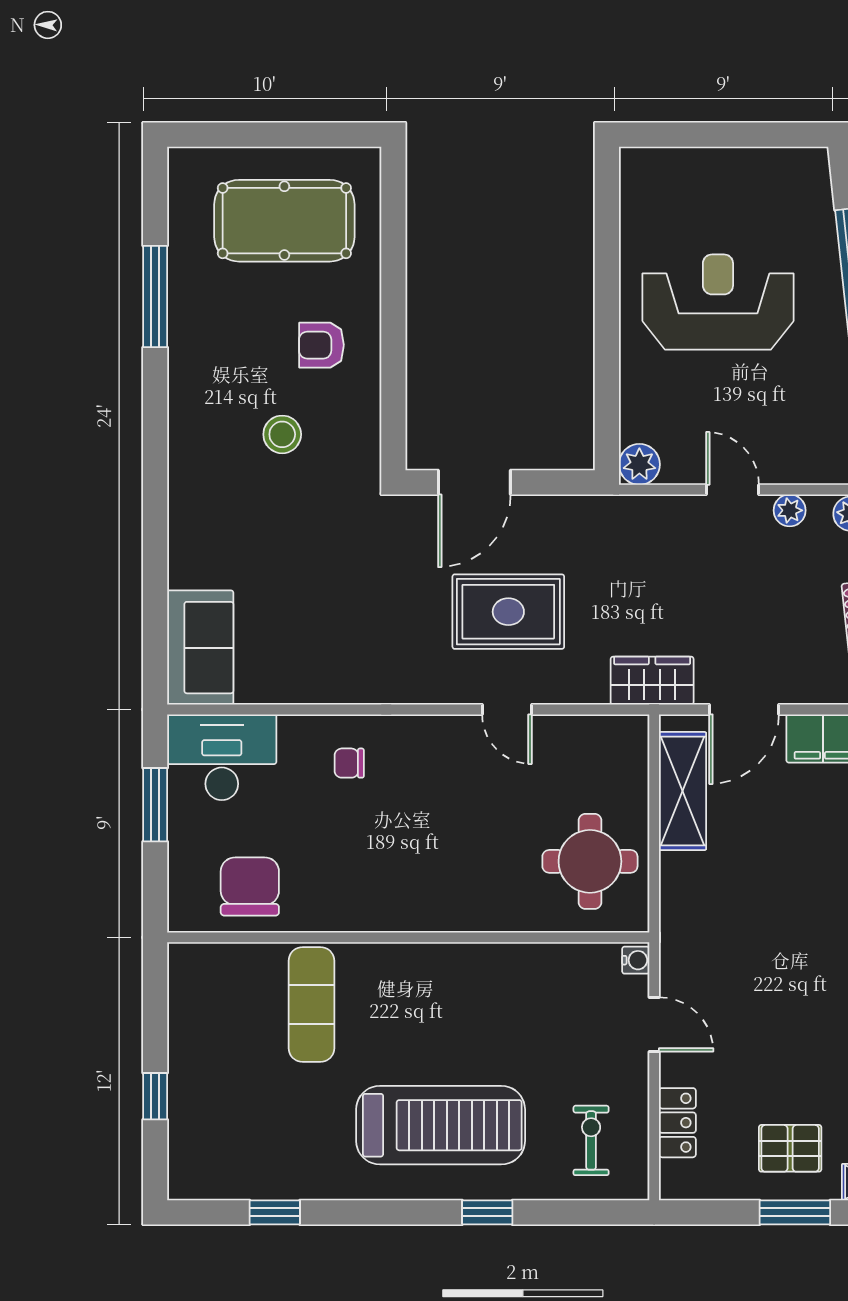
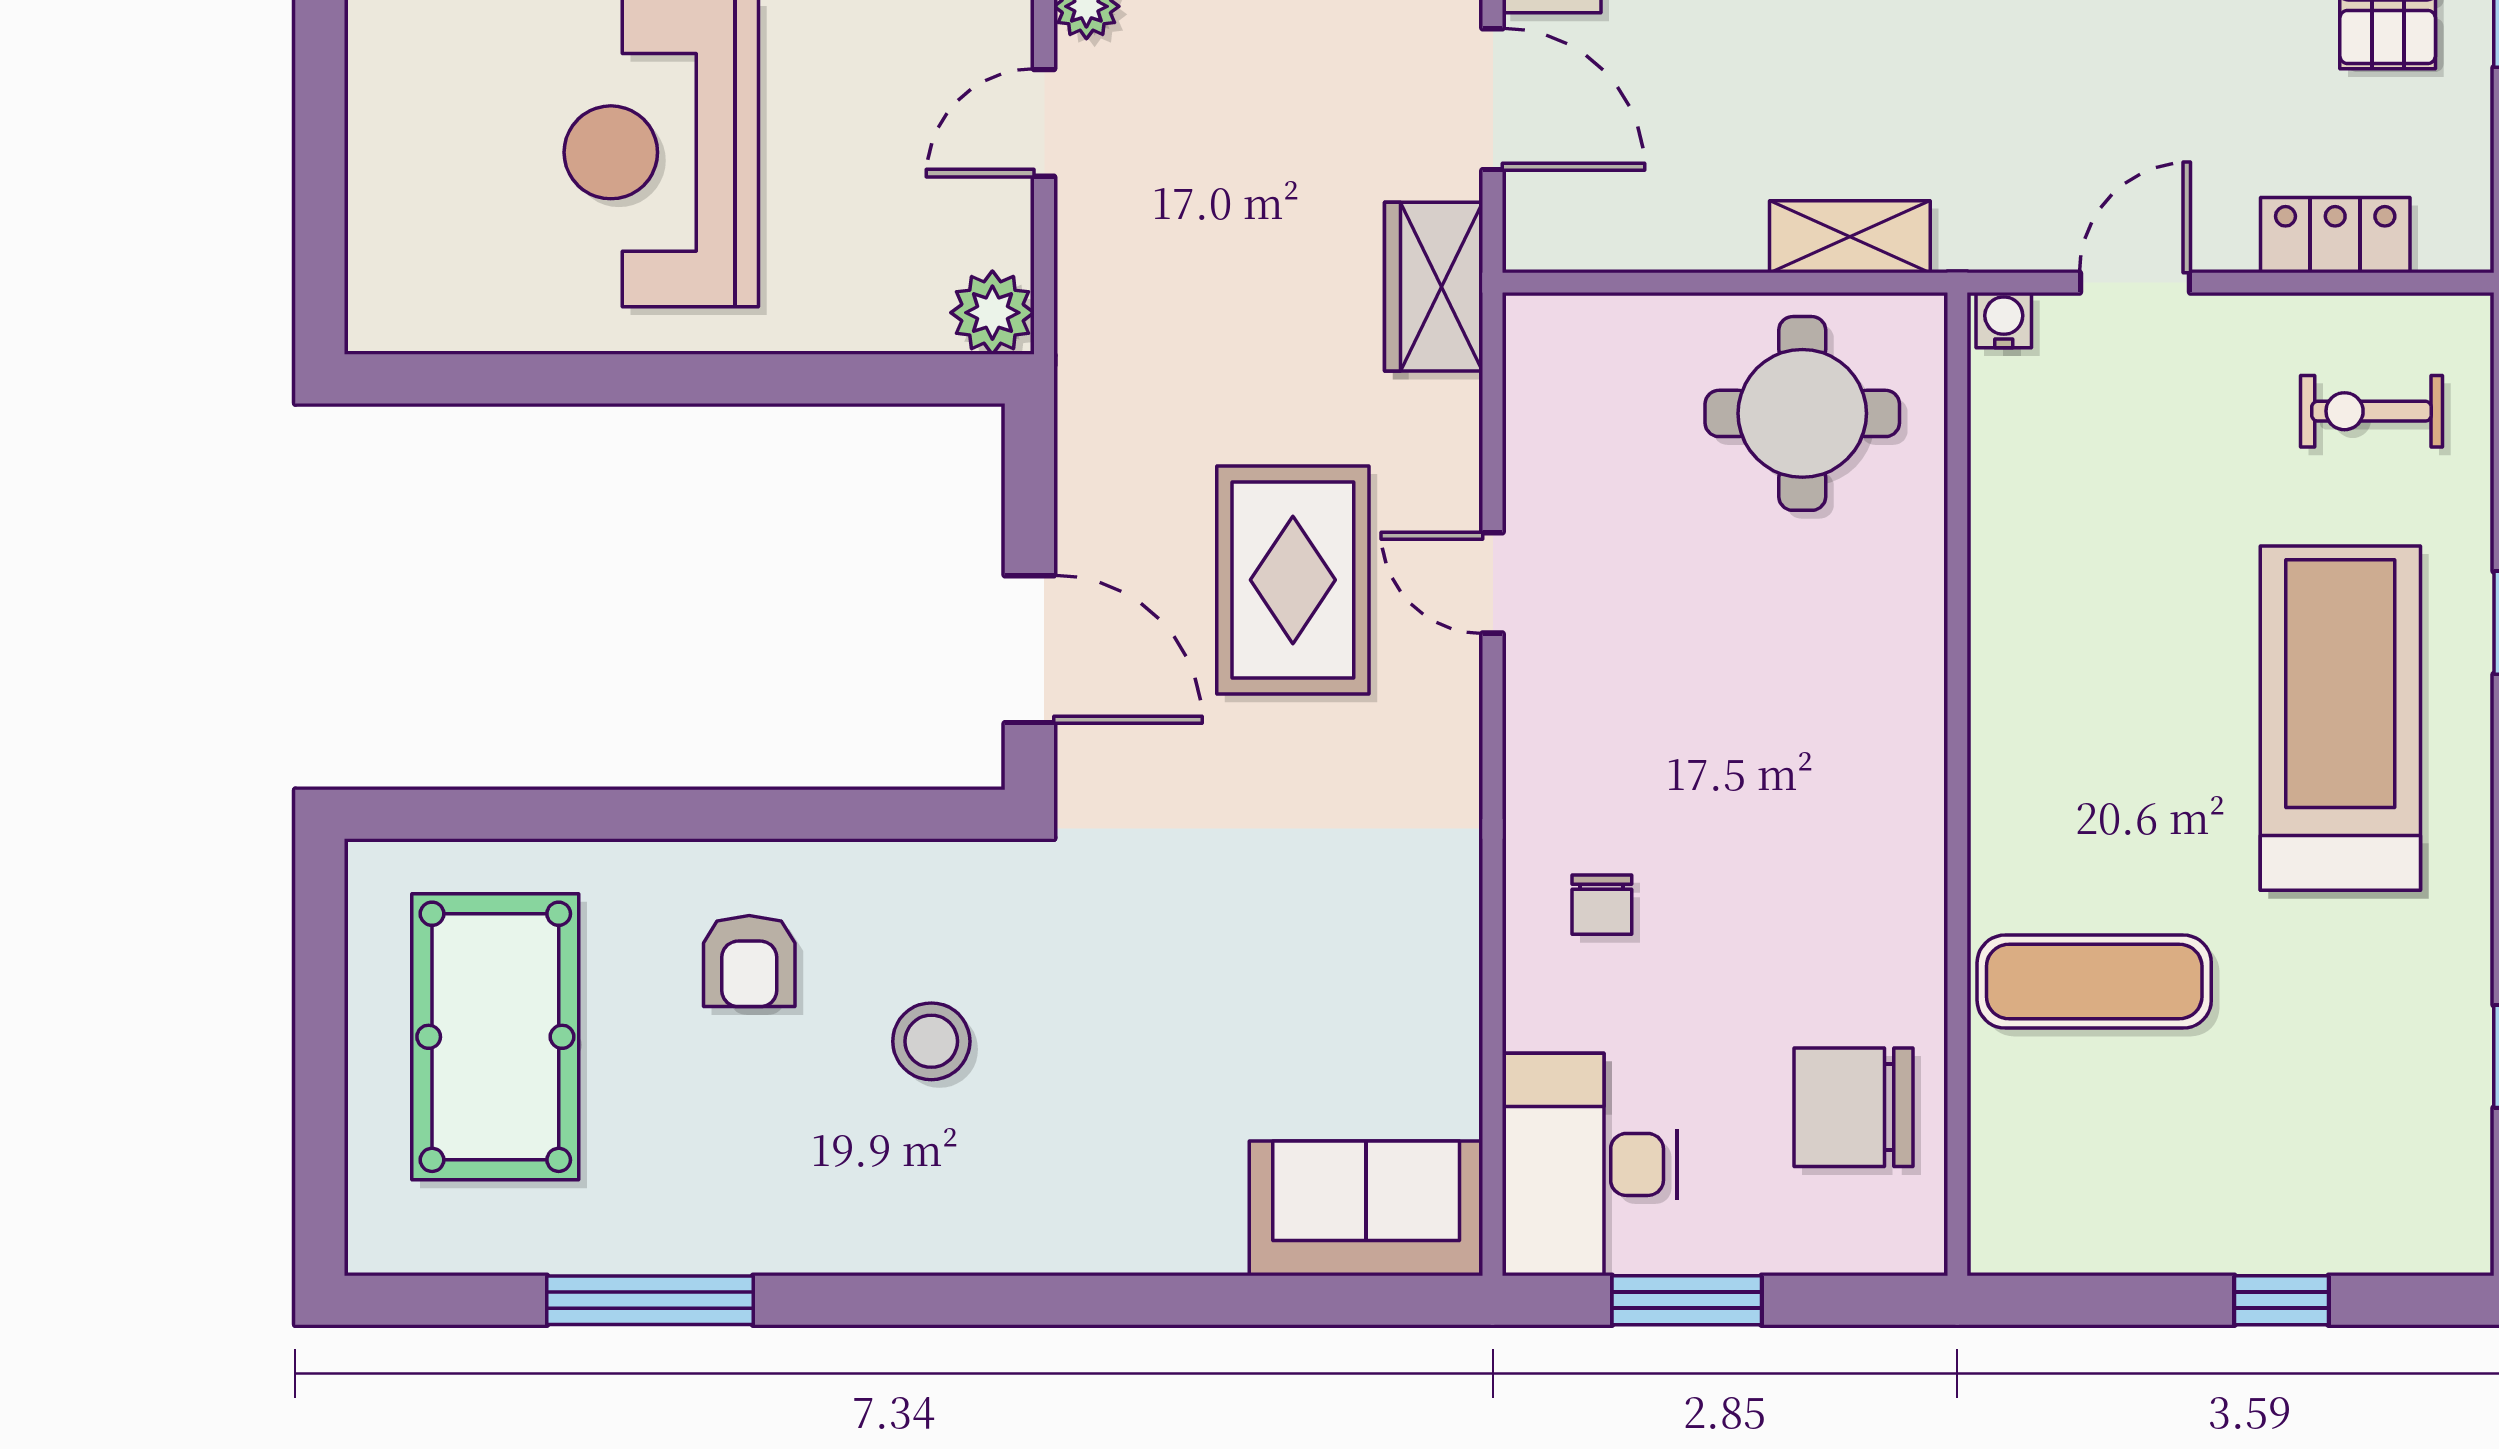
door: (507, 710) -> (1493, 583), swing flipped
shelving: (683, 791) -> (1850, 237), moved, width x0.67, depth x0.75

